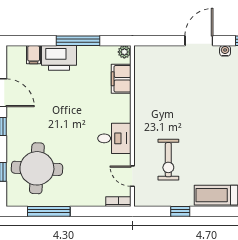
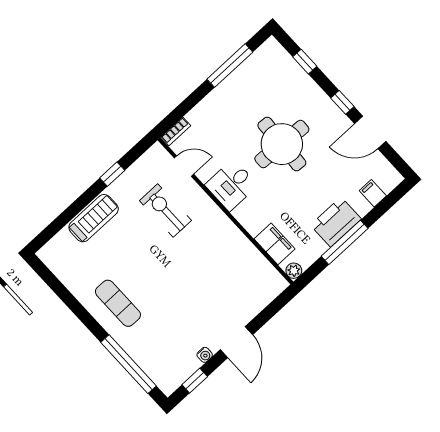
printer: (59, 58) -> (336, 222), moved
round table: (37, 168) -> (282, 144), moved

